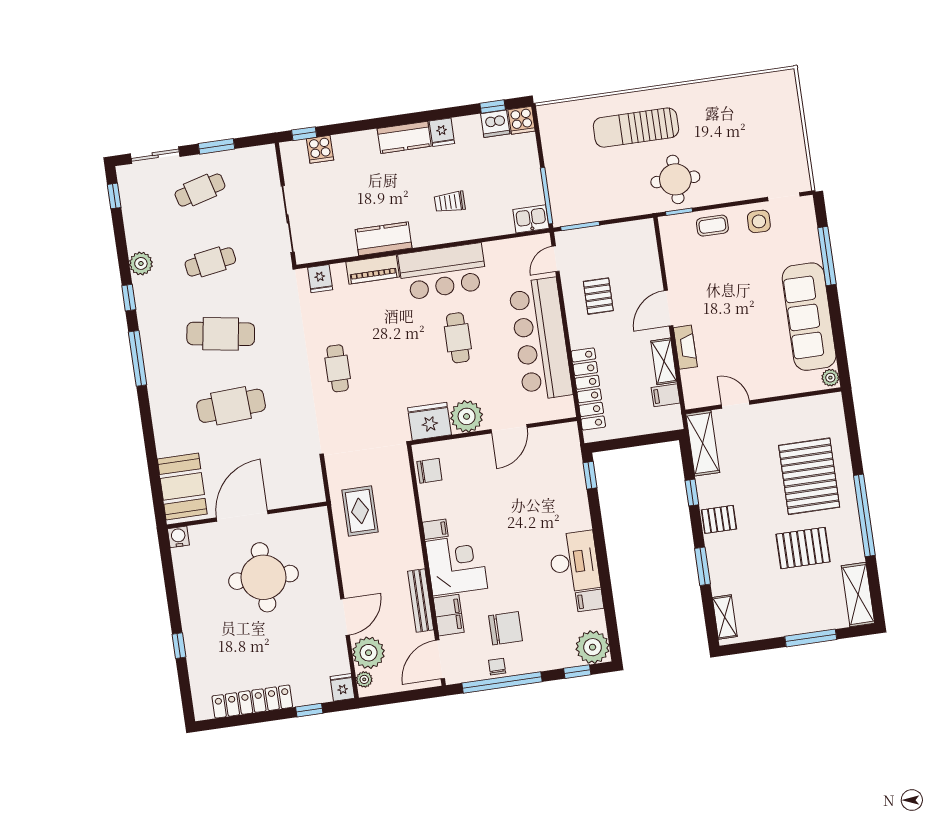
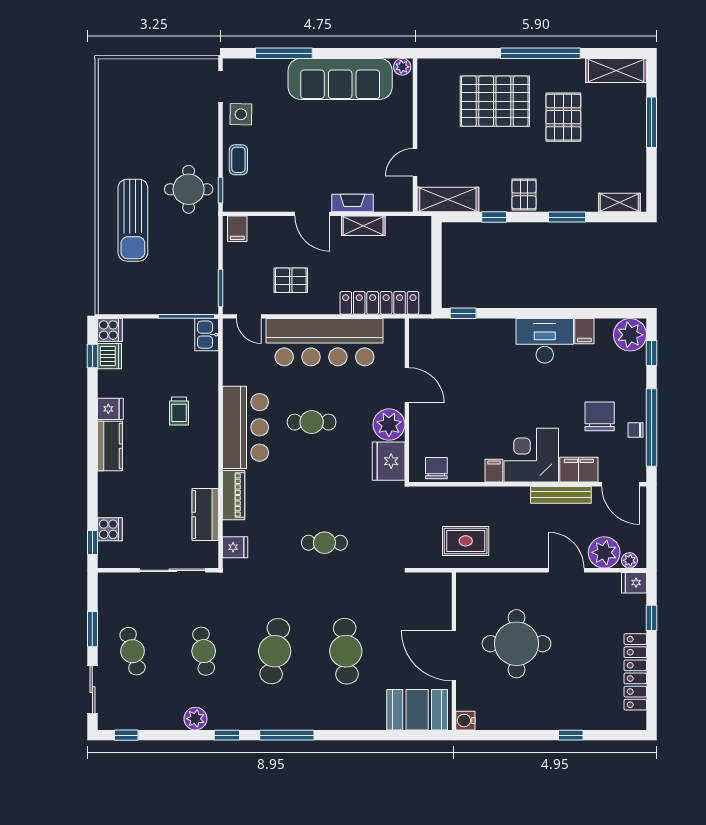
kitchen counter: (384, 239) -> (205, 515), moved
filing cabinet: (666, 395) -> (237, 229), moved

